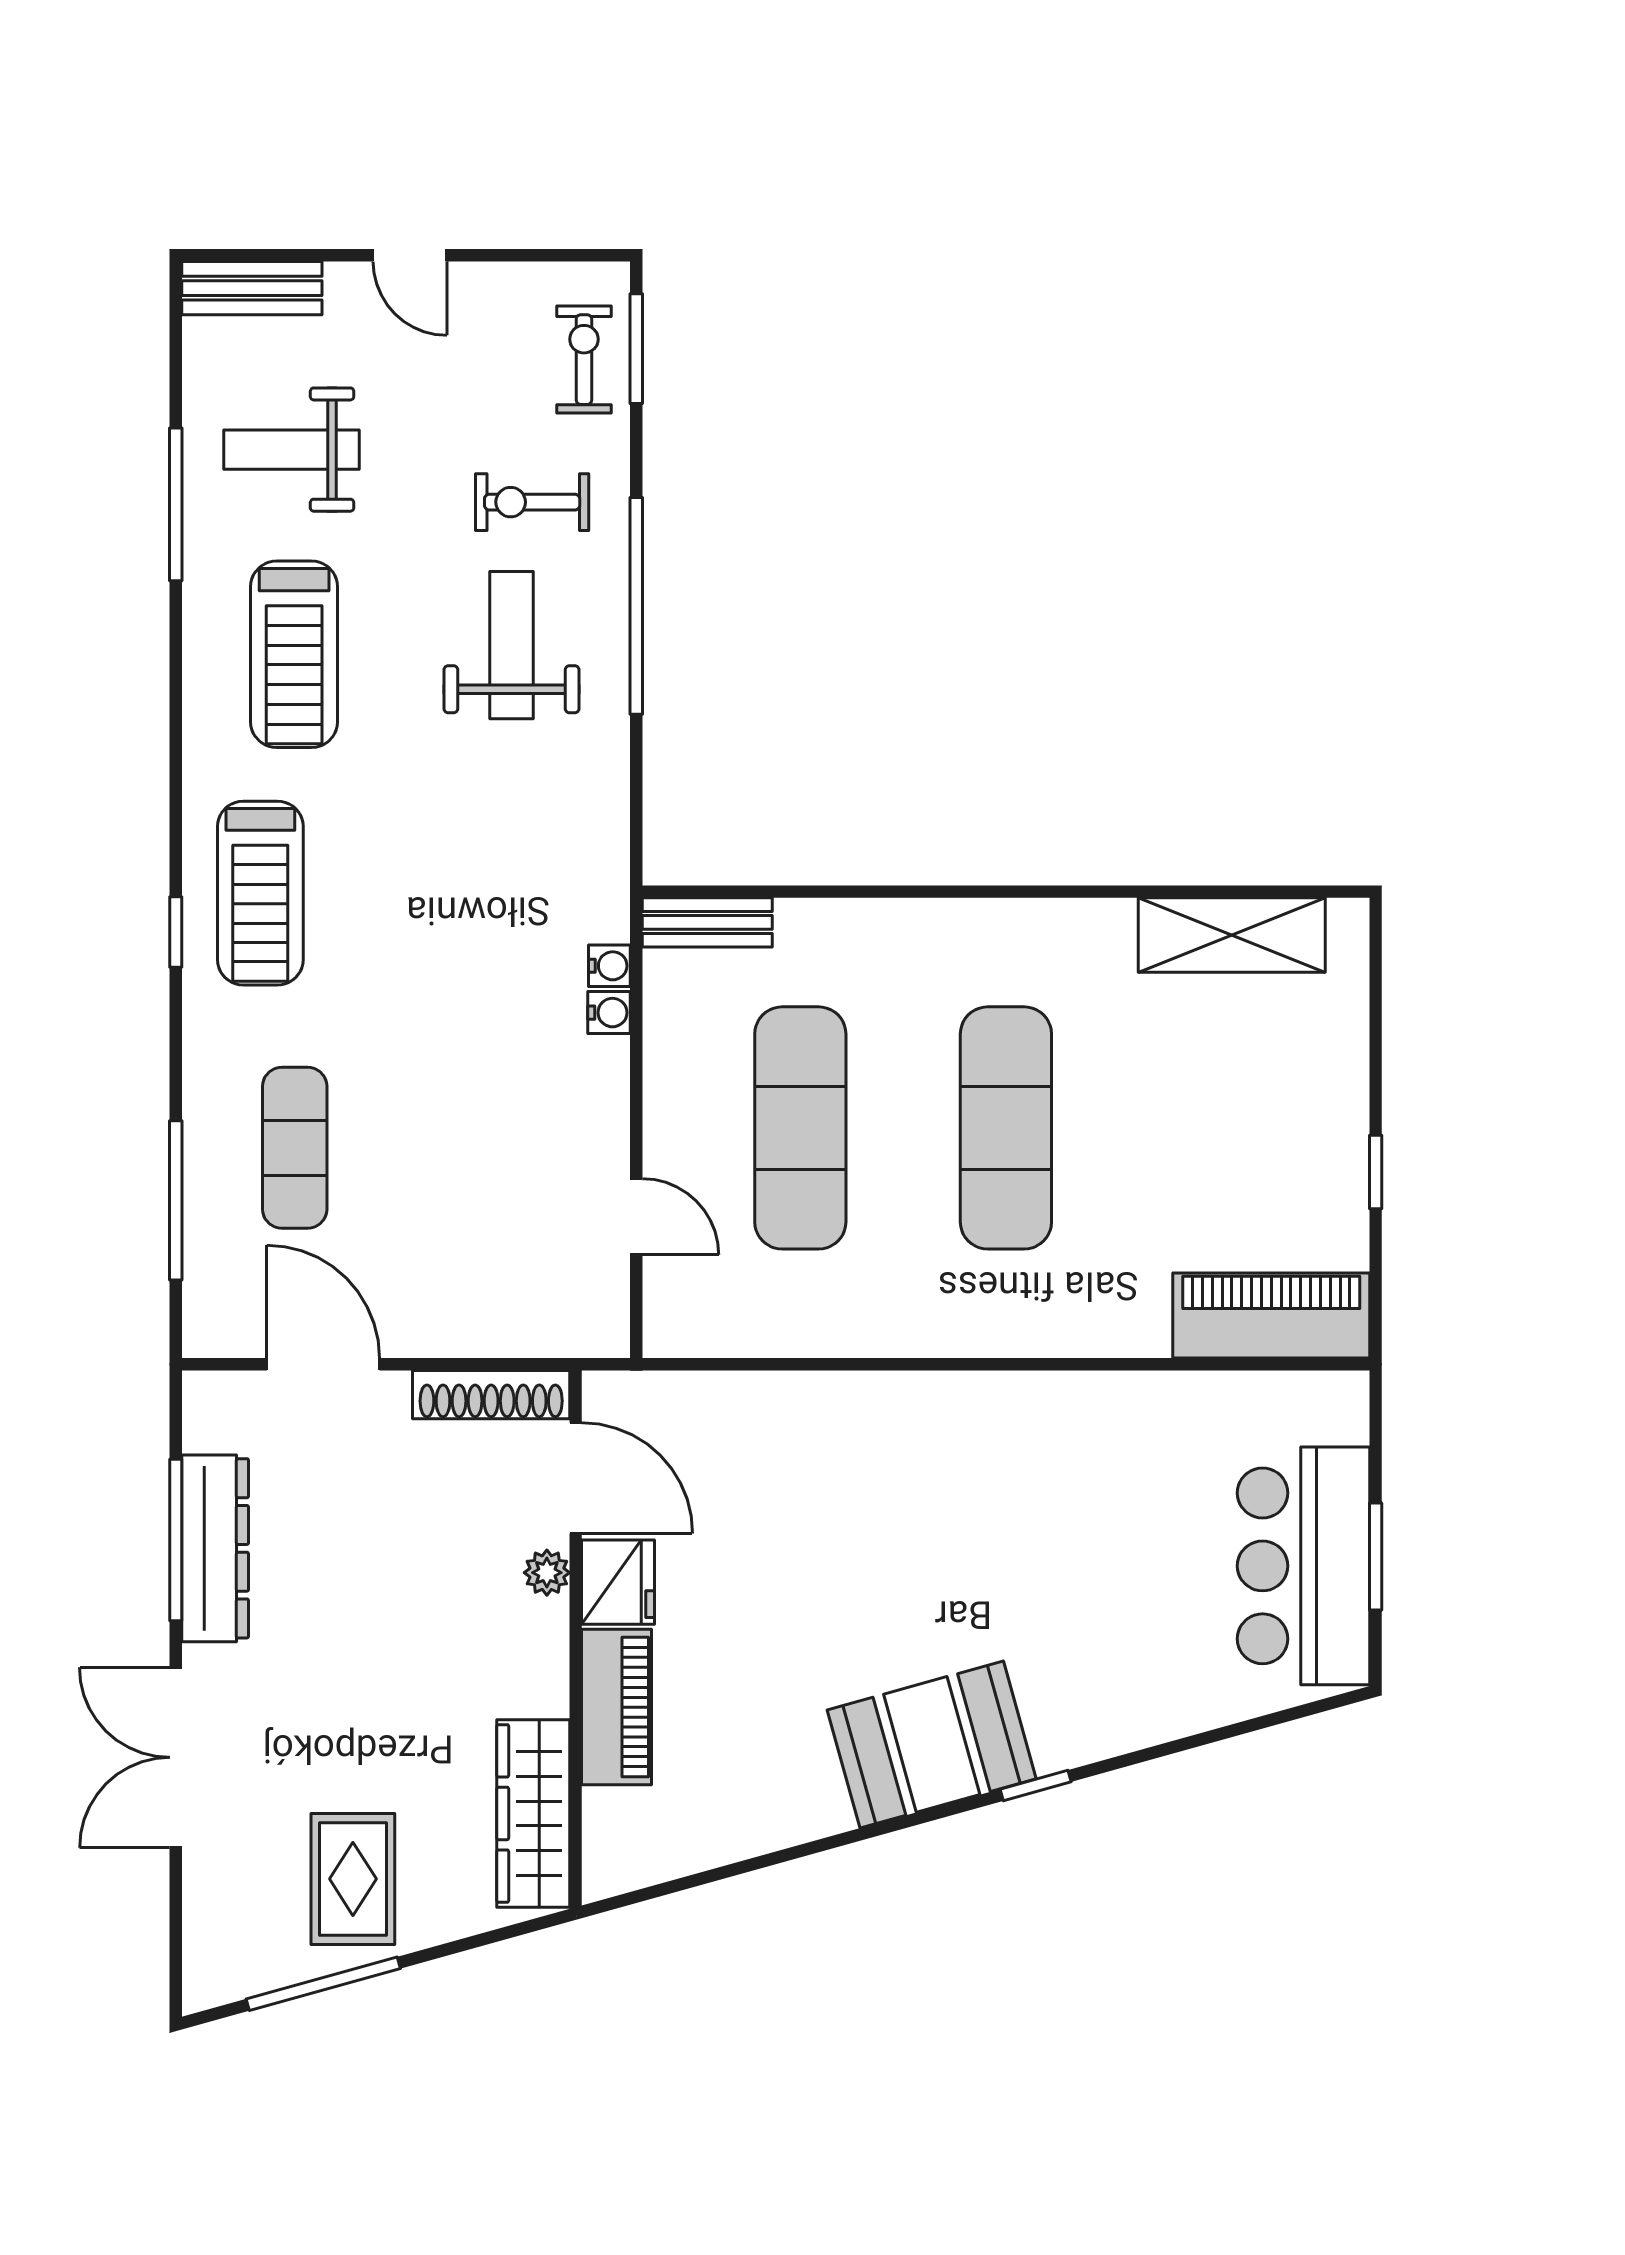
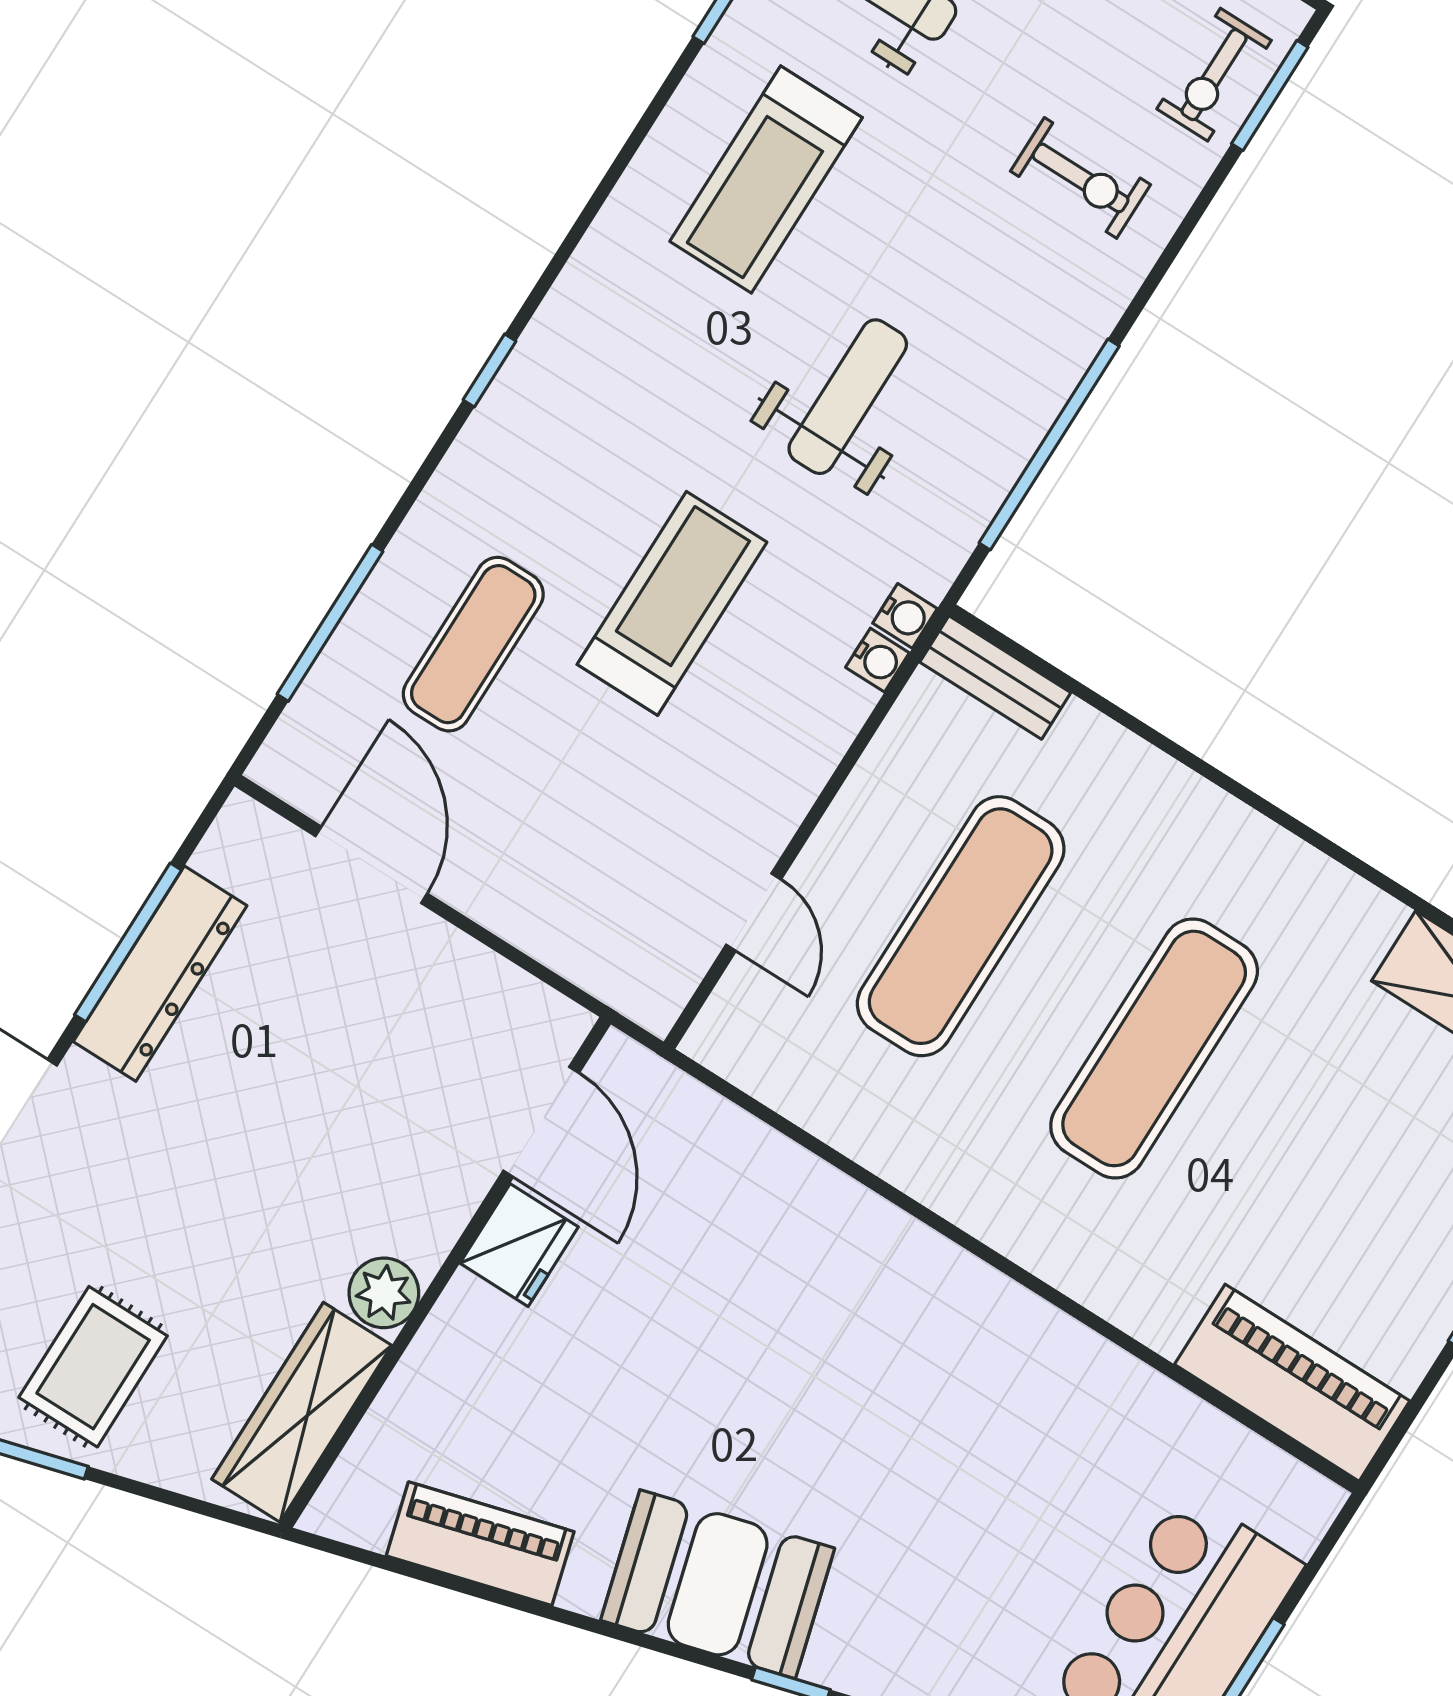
exercise bike: (584, 360) -> (1214, 75), turned 180
exercise bike: (532, 502) -> (1081, 178), turned 180
window: (636, 606) -> (1049, 444), moved
weight bench: (511, 645) -> (848, 397), moved
treadmill: (260, 893) -> (672, 603), moved, turned 180
water cooler: (609, 1013) -> (905, 616), moved
shoe rack: (491, 1395) -> (511, 993), removed
plant: (547, 1573) -> (384, 1293), moved, width x1.38, depth x1.38
piano: (616, 1707) -> (480, 1544), moved, turned -106

